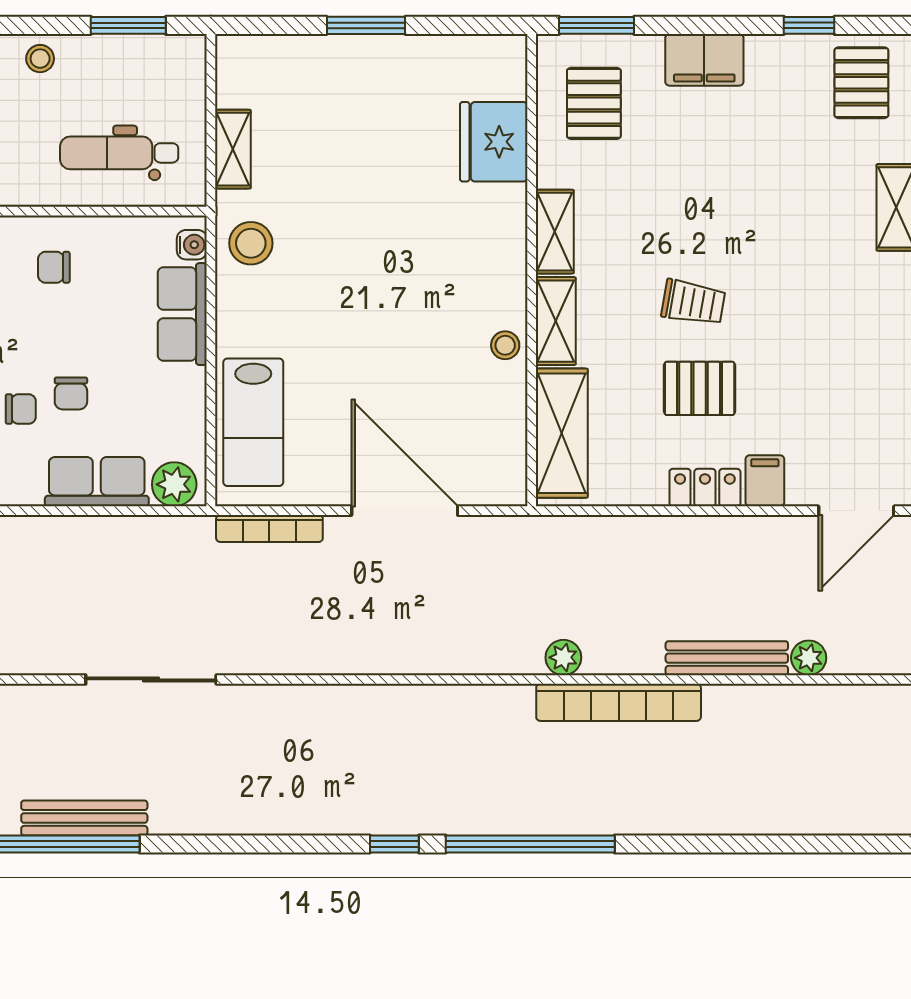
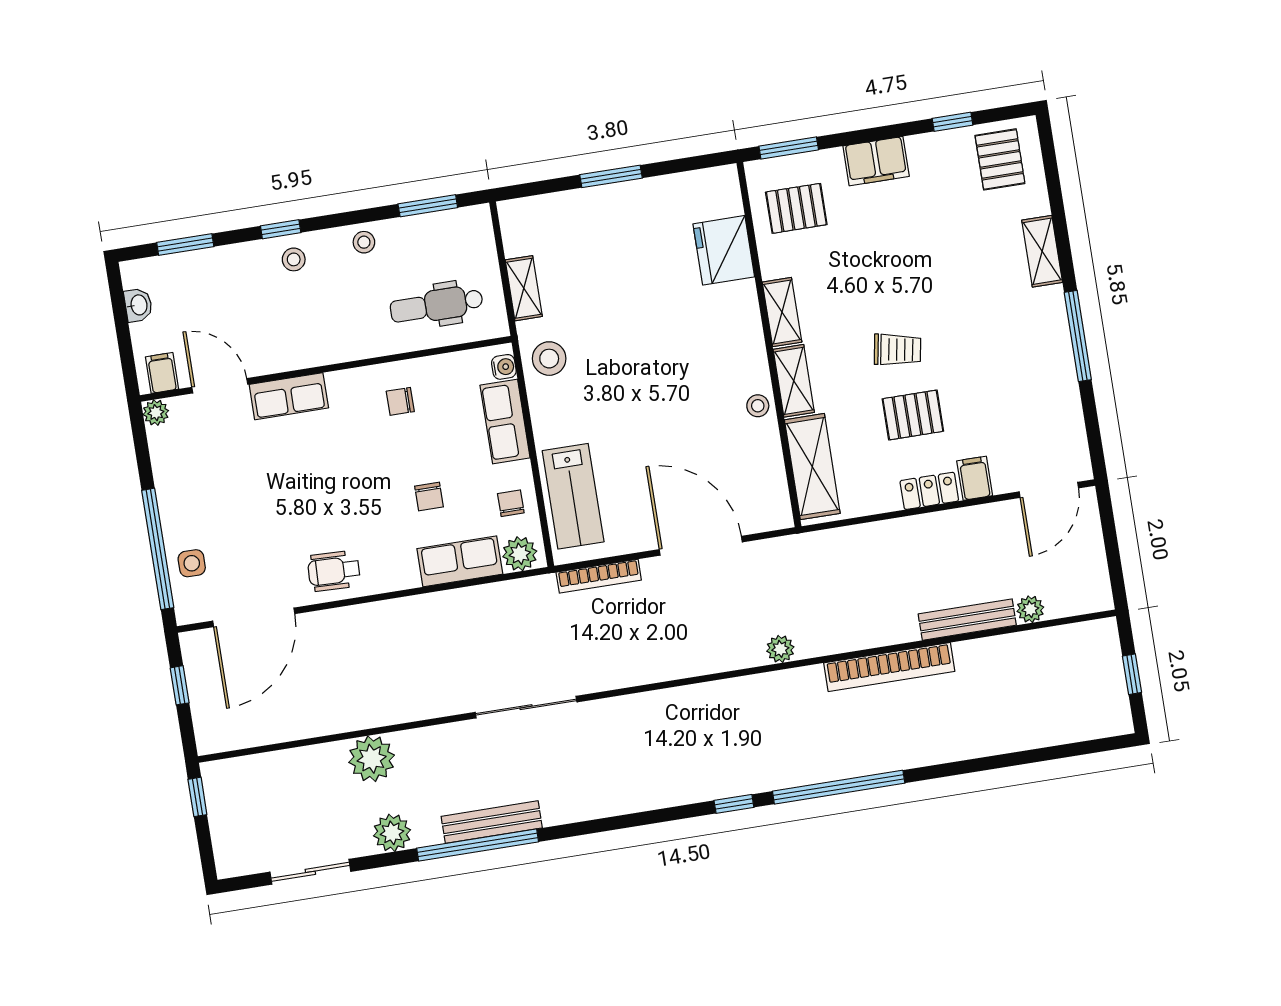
pallet: (594, 103) -> (796, 208), turned 90
chair: (21, 409) -> (511, 503), moved, turned -90
plant: (563, 657) -> (780, 649), moved

